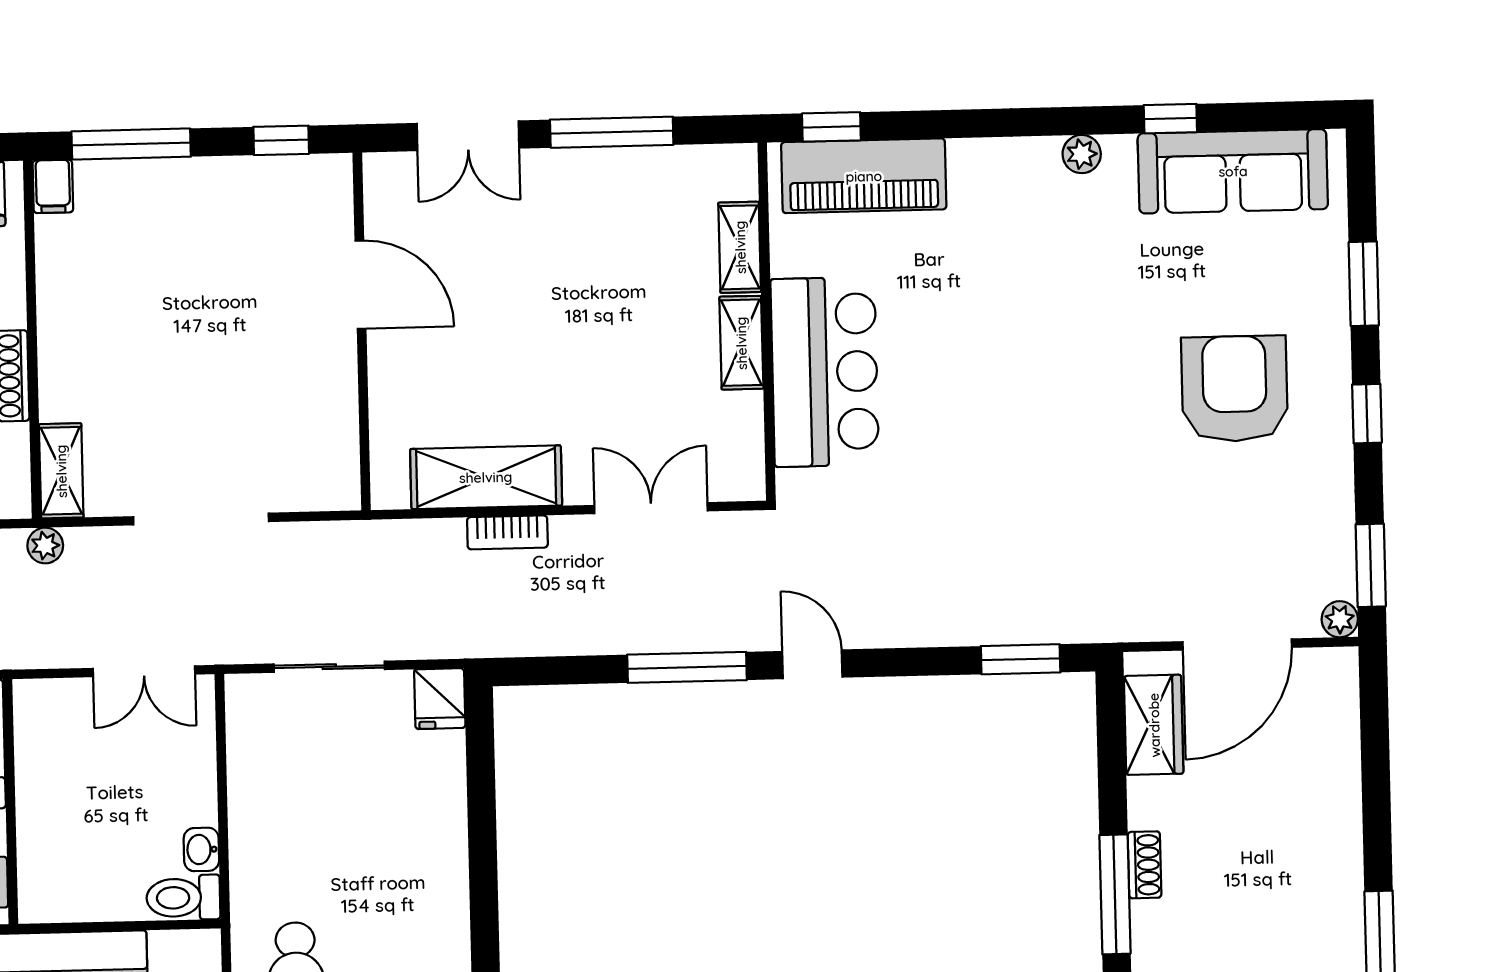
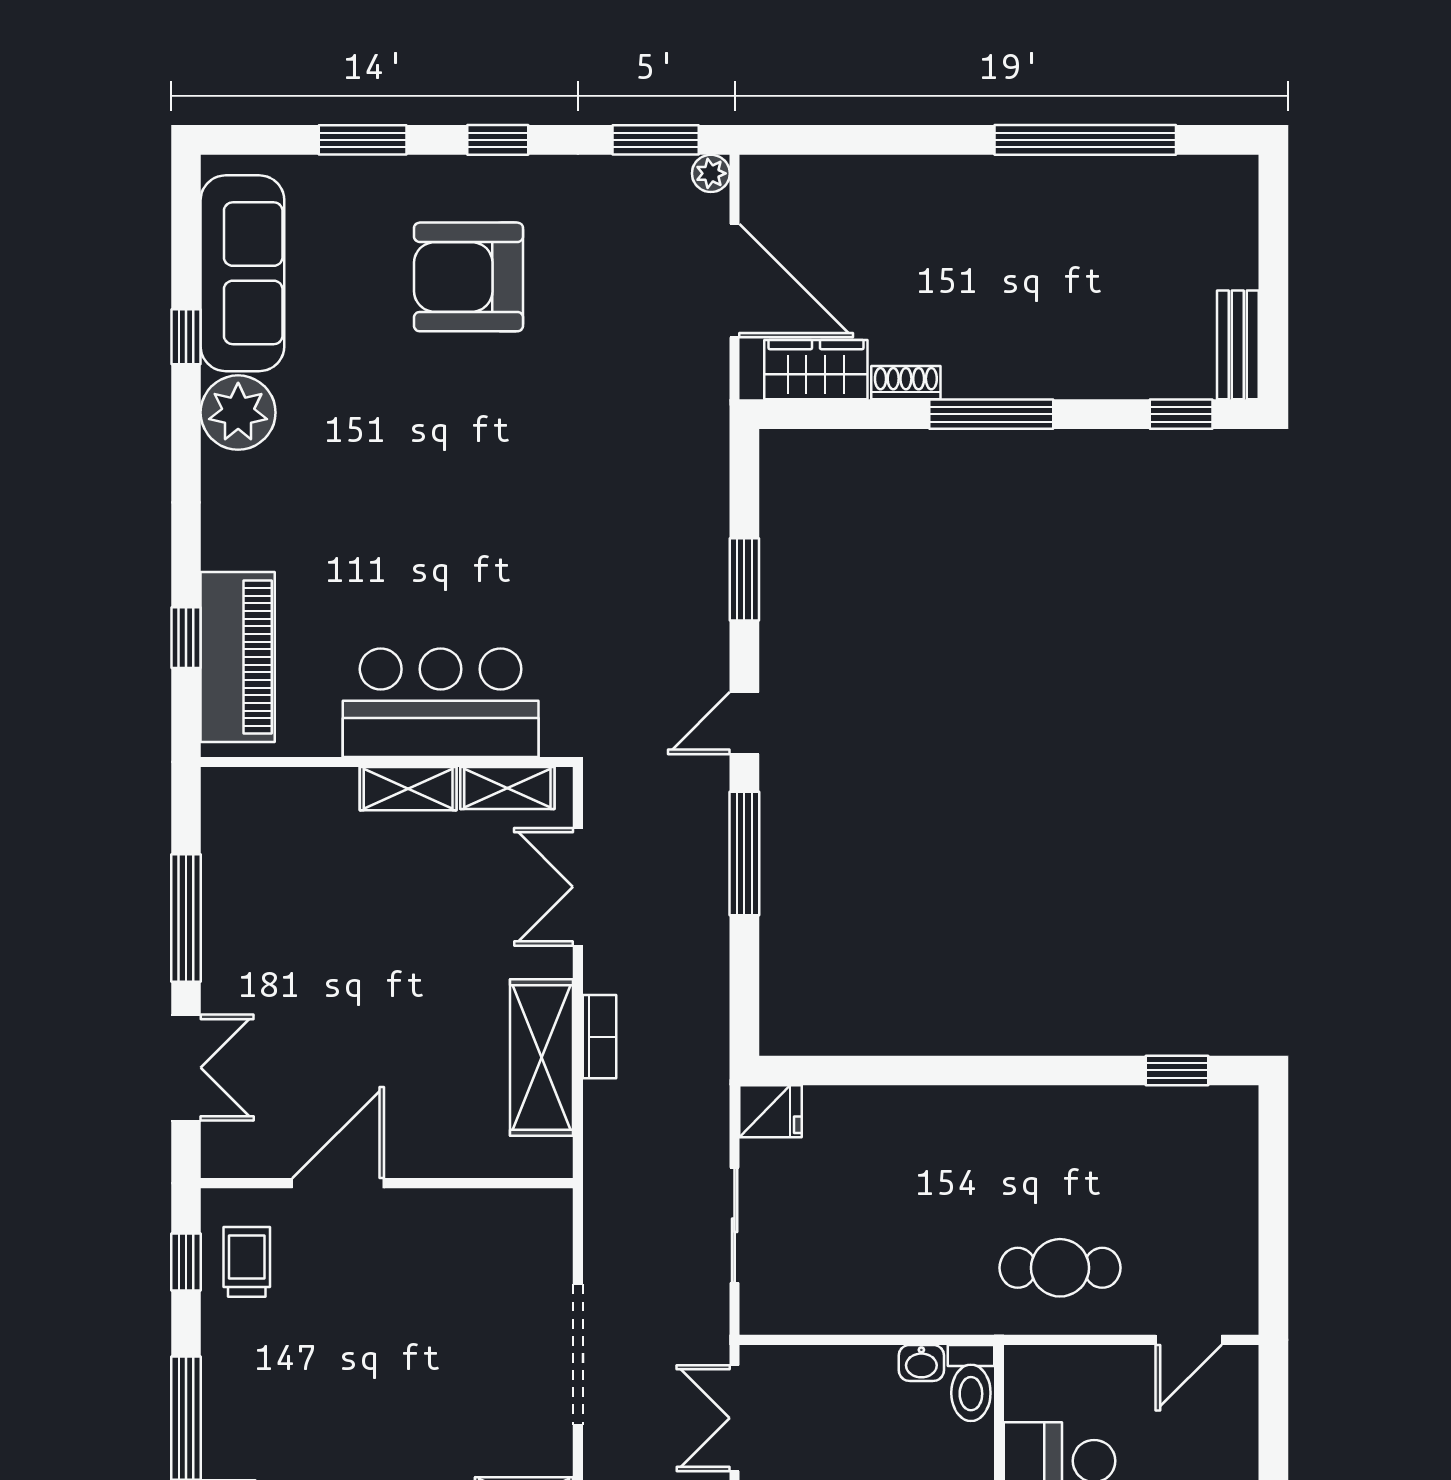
window: (831, 127) -> (186, 638), moved
plant: (1082, 154) -> (238, 413), width x1.87, depth x1.87
trolley: (283, 199) -> (247, 1262), added
shelving: (740, 247) -> (507, 788), moved
window: (1021, 659) -> (744, 579), moved
double door: (144, 671) -> (735, 1418), swing flipped
shoe rack: (1144, 865) -> (906, 383), moved

